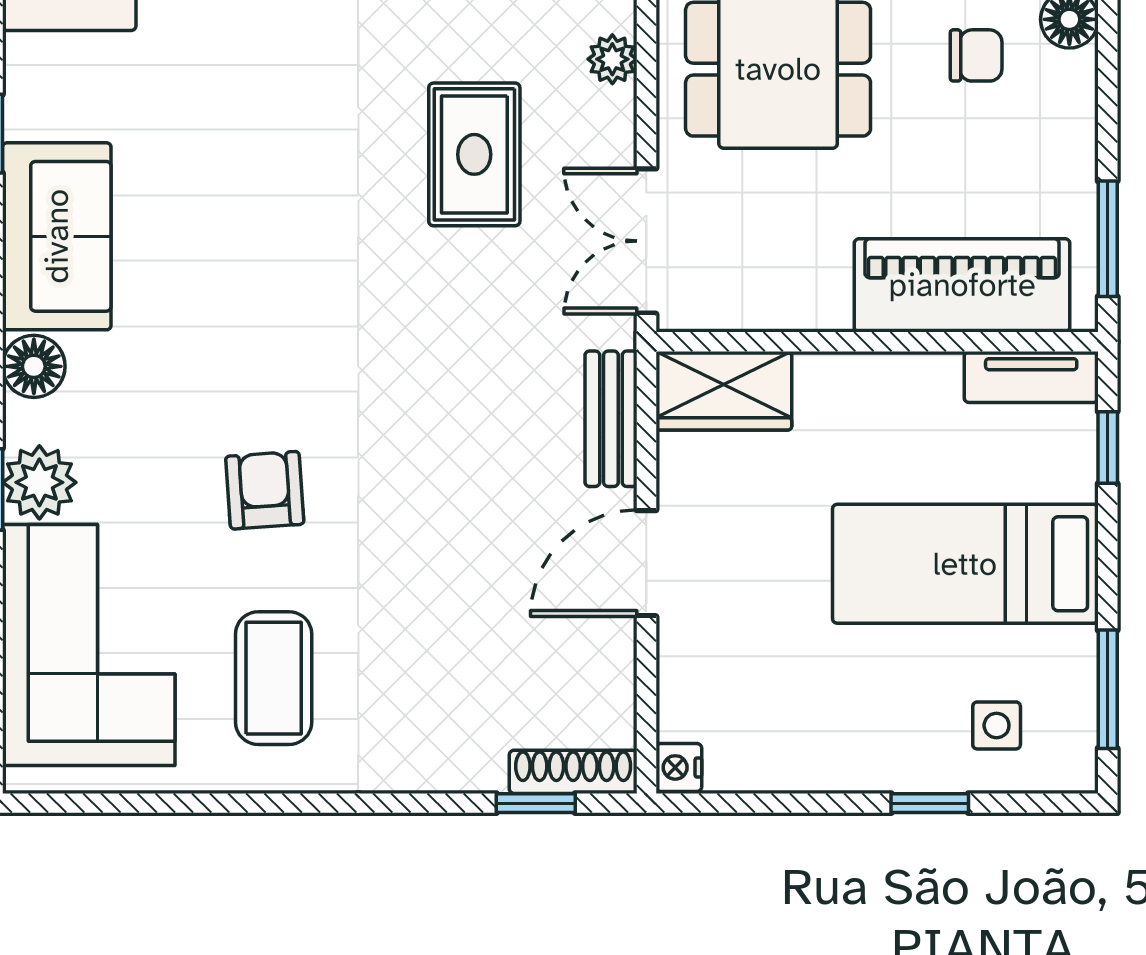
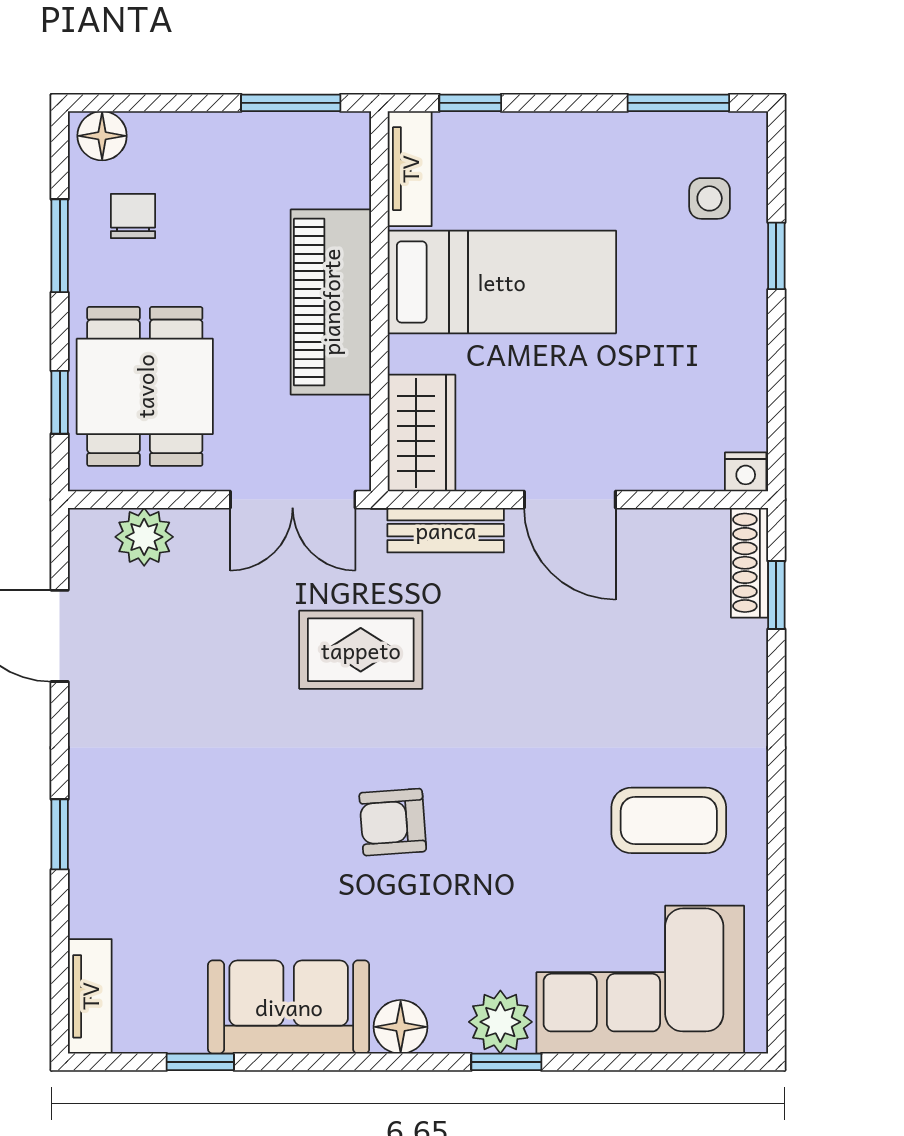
plant: (612, 59) -> (144, 537), width x1.38, depth x1.38
rug: (474, 154) -> (361, 650), moved
piano: (962, 285) -> (331, 302), moved
armchair: (265, 490) -> (393, 822), moved
bed: (965, 564) -> (502, 282), moved, turned -90

